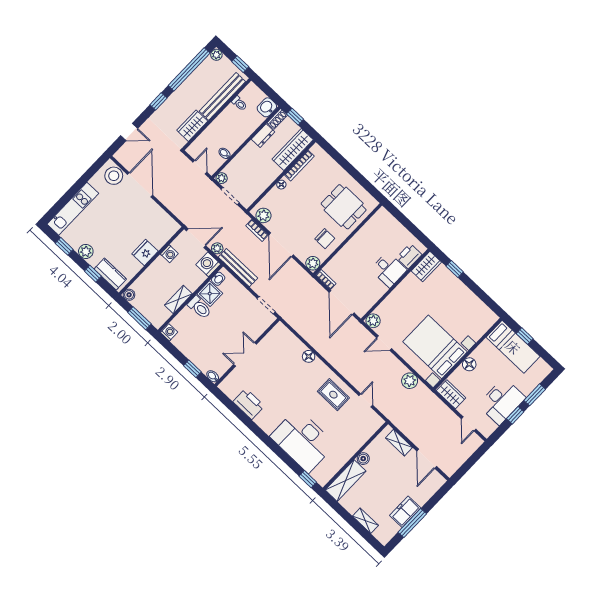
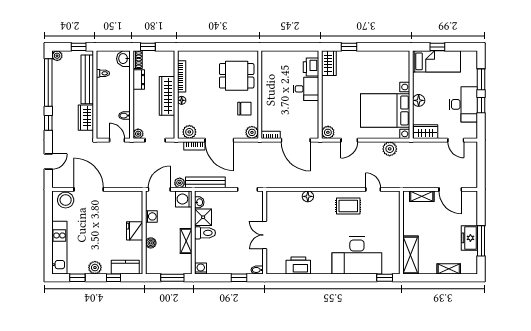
wardrobe: (293, 149) -> (167, 96), moved
boiler: (129, 295) -> (151, 243), moved
boiler: (363, 459) -> (408, 229), removed

